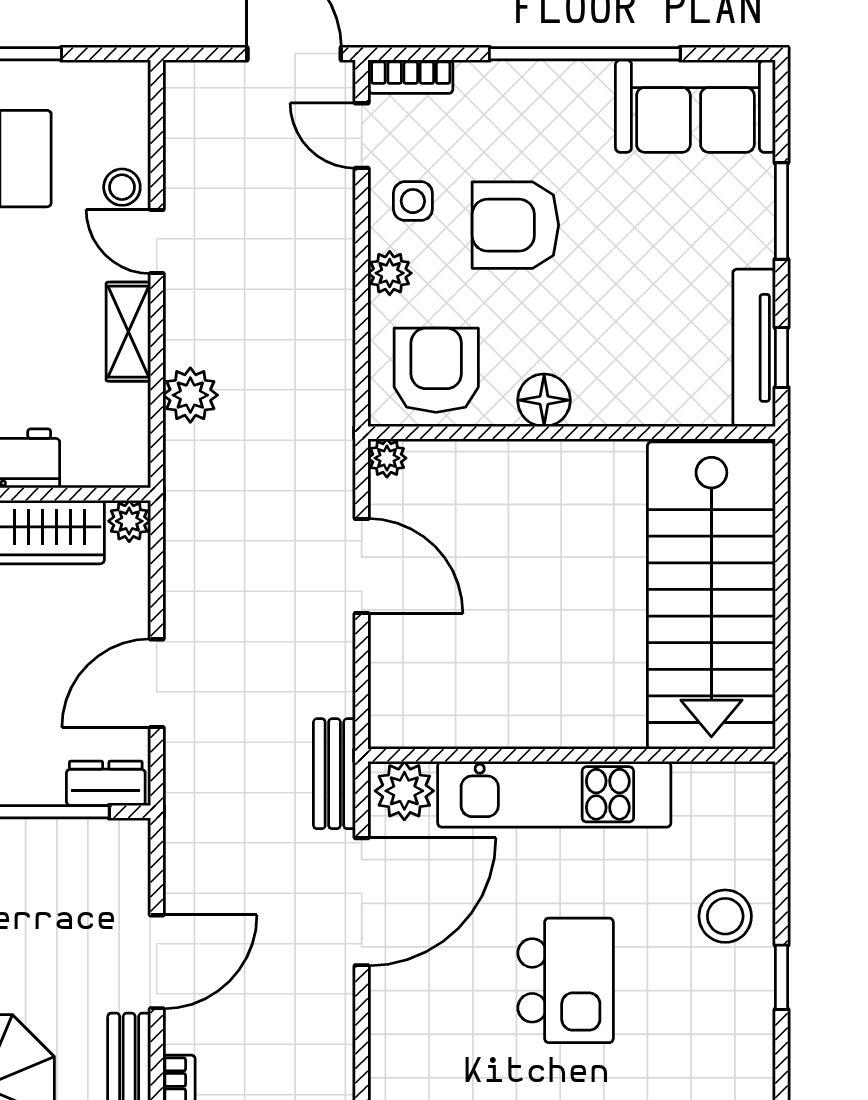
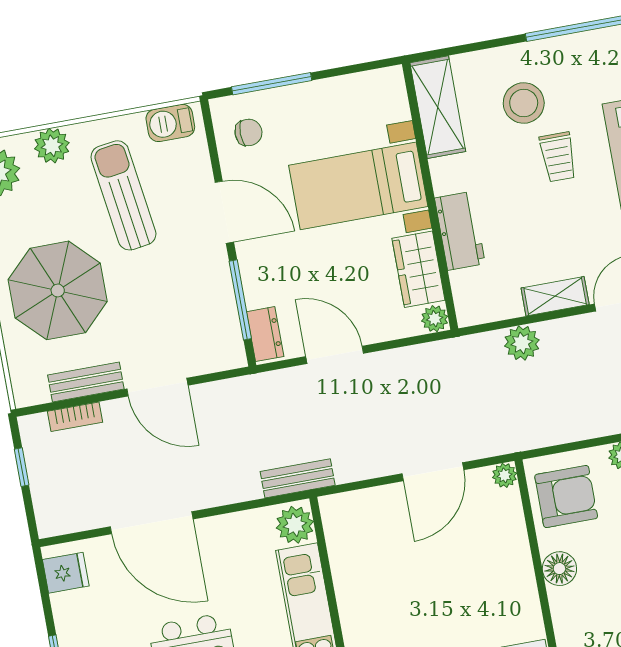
door: (362, 902) -> (152, 523), moved

